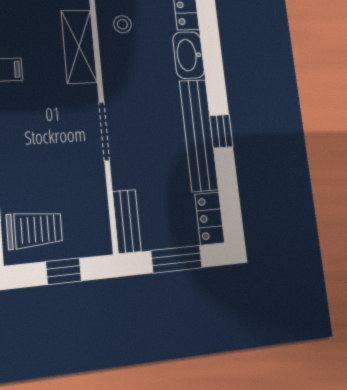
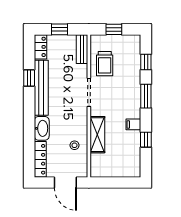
window: (221, 131) -> (29, 78), moved
trolley: (35, 230) -> (105, 64), moved, turned -90
window: (177, 259) -> (60, 29), width x0.67

